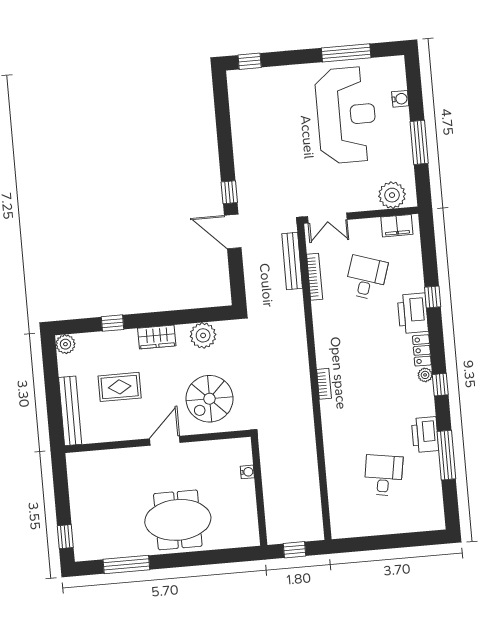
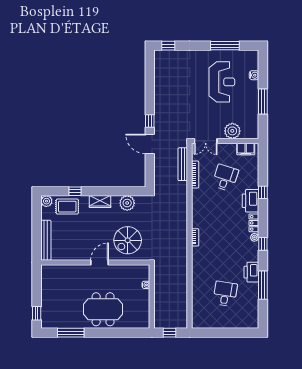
reception desk: (346, 115) -> (222, 82), width x0.74, depth x0.77
plant: (392, 195) -> (232, 131), moved
rug: (120, 387) -> (67, 207), moved

